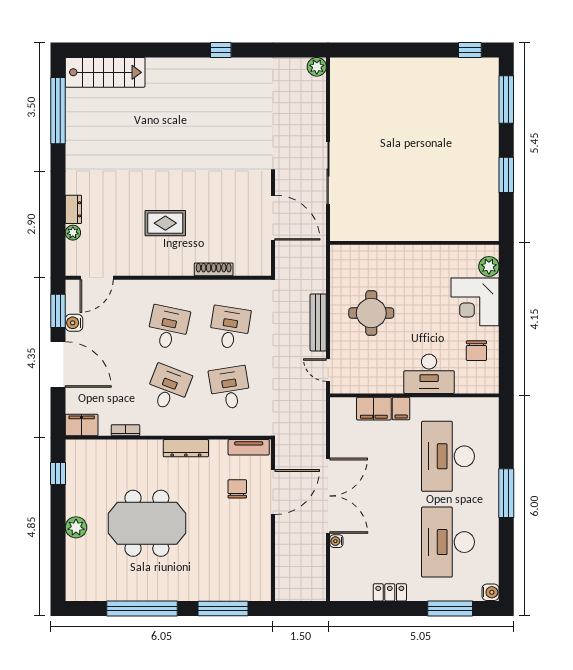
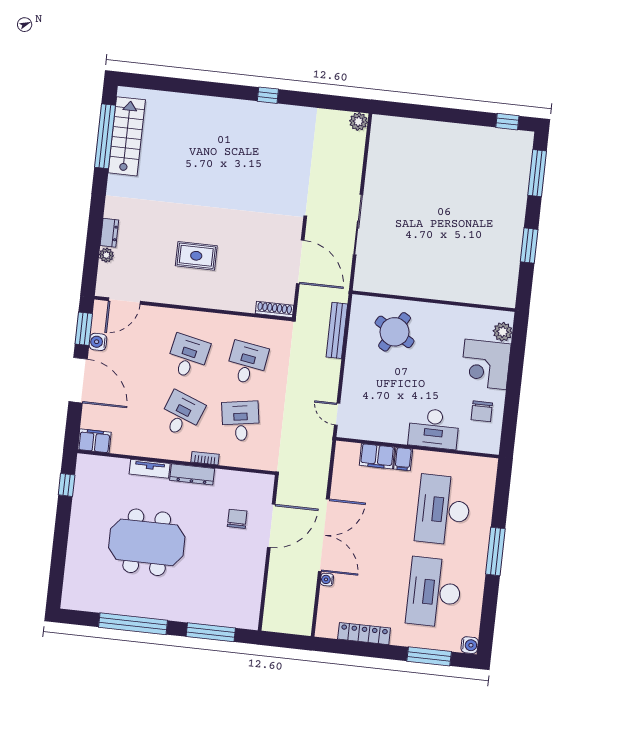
stairs: (105, 72) -> (127, 136), moved, turned -90
shoe rack: (214, 269) -> (275, 309), moved
round table: (371, 313) -> (395, 332), moved, turned 30
bench: (318, 322) -> (337, 330), moved
bookcase: (125, 430) -> (205, 458), moved
tv unit: (249, 447) -> (150, 469), moved
plant: (76, 527) -> (78, 539), removed
locker: (390, 592) -> (364, 634), width x1.53

